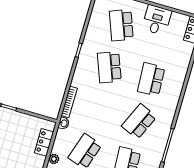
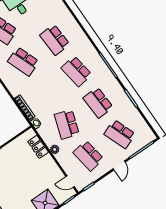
school desk: (139, 121) -> (76, 71), turned -33

